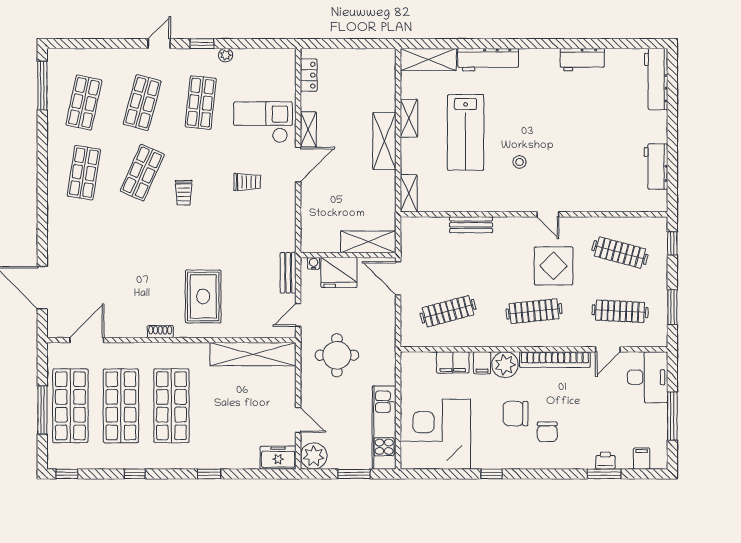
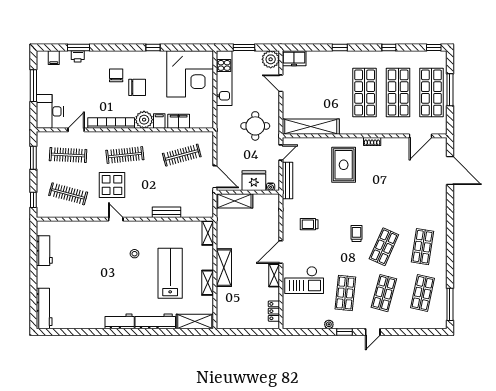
workbench: (582, 60) -> (120, 321), moved
trolley: (247, 182) -> (309, 224), moved
bench: (288, 273) -> (287, 180), width x1.36

